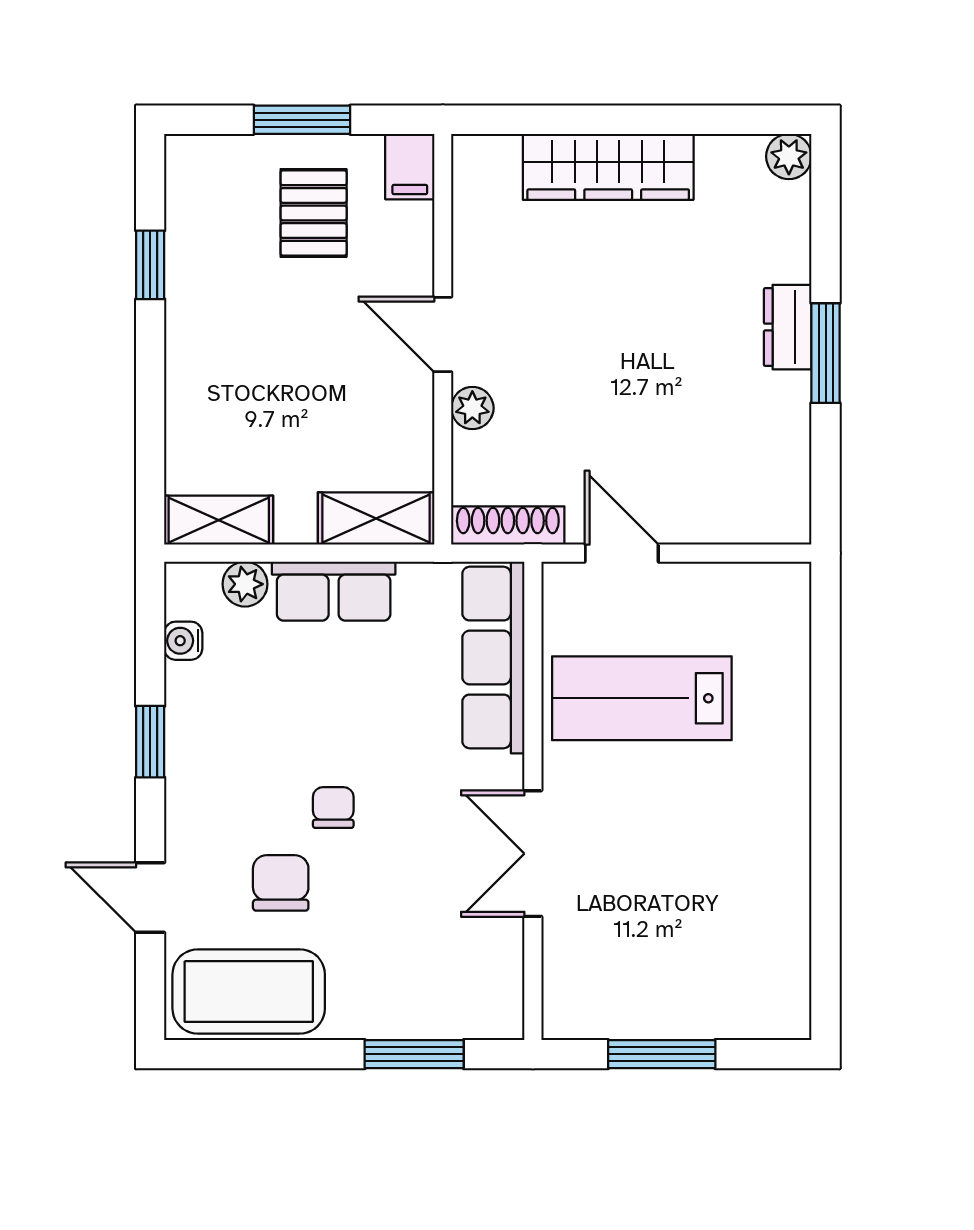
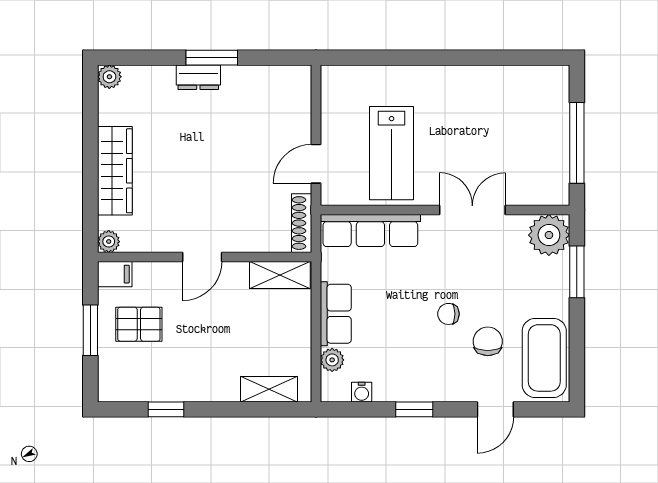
plant: (472, 408) -> (109, 242), moved
shelving: (376, 519) -> (280, 275), moved, turned 90
shelving: (219, 520) -> (269, 389), moved, turned 90
double door: (533, 854) -> (472, 210), swing flipped
chair: (281, 883) -> (488, 341), turned 90
plant: (485, 1001) -> (549, 235), added
window: (662, 1054) -> (577, 143), width x1.44

